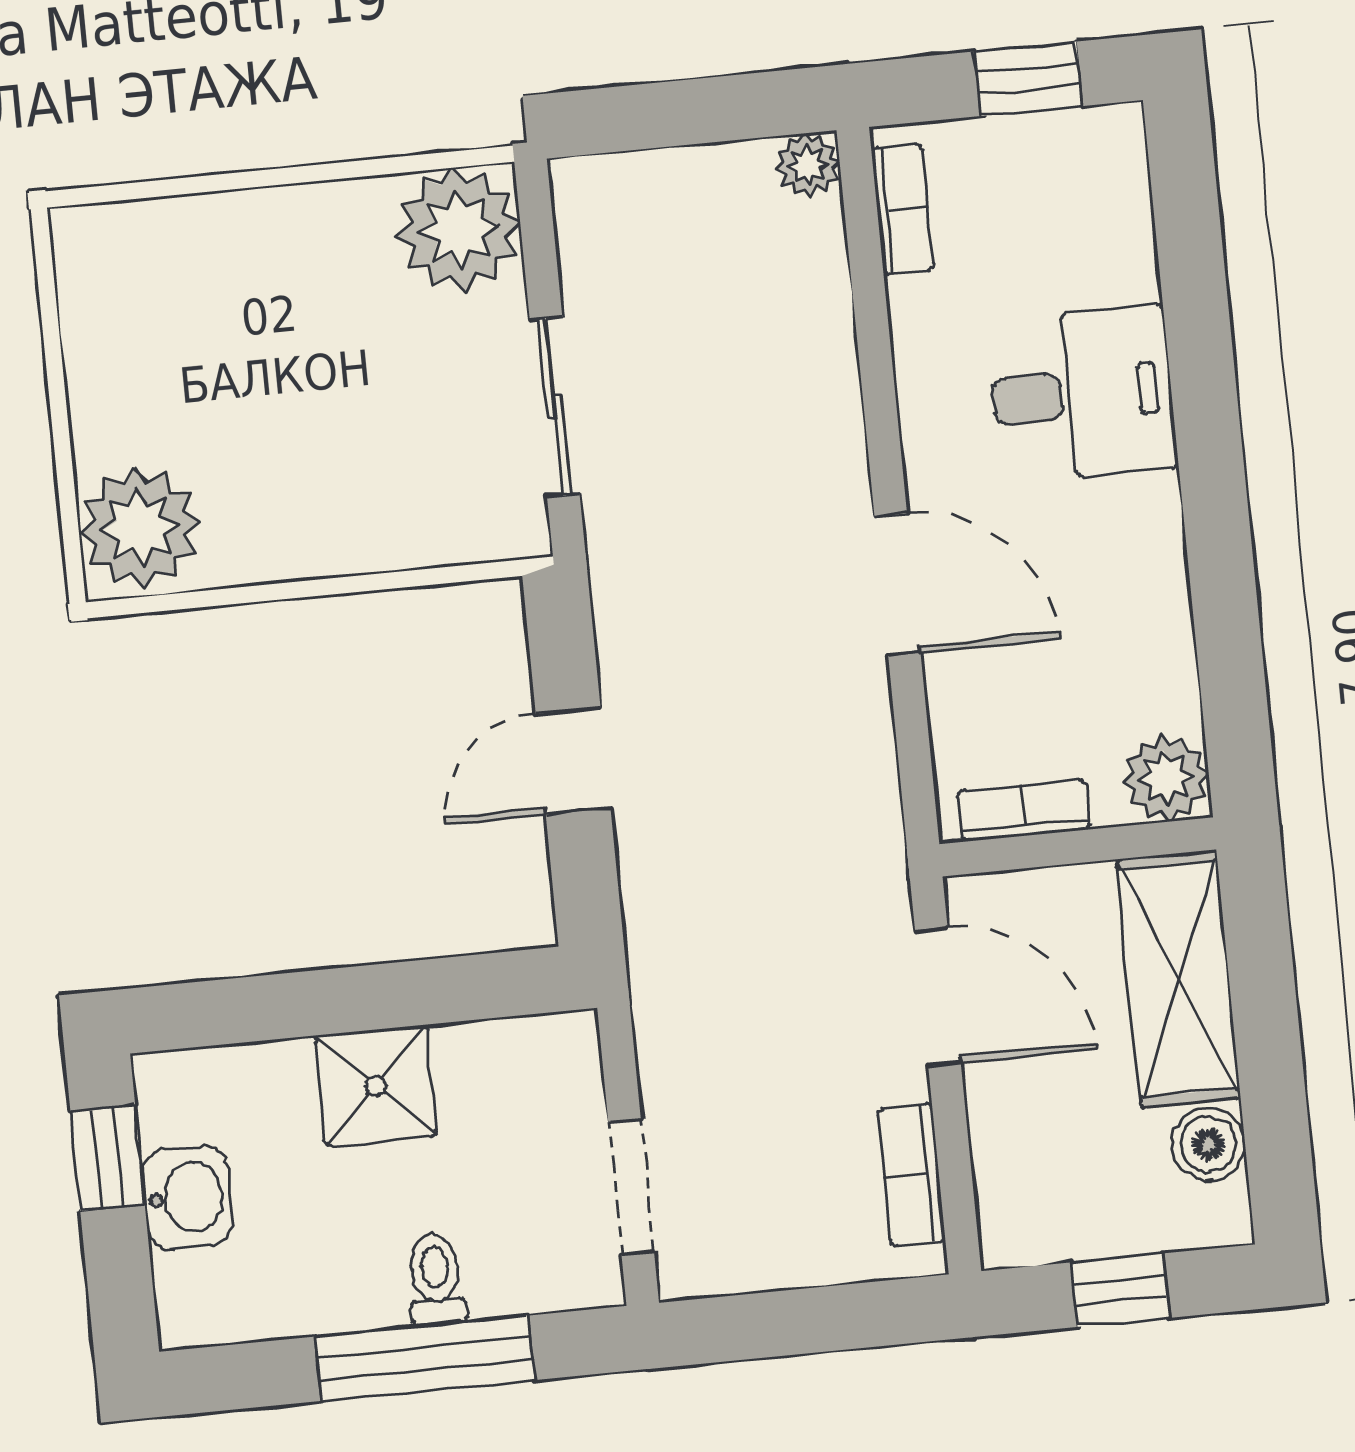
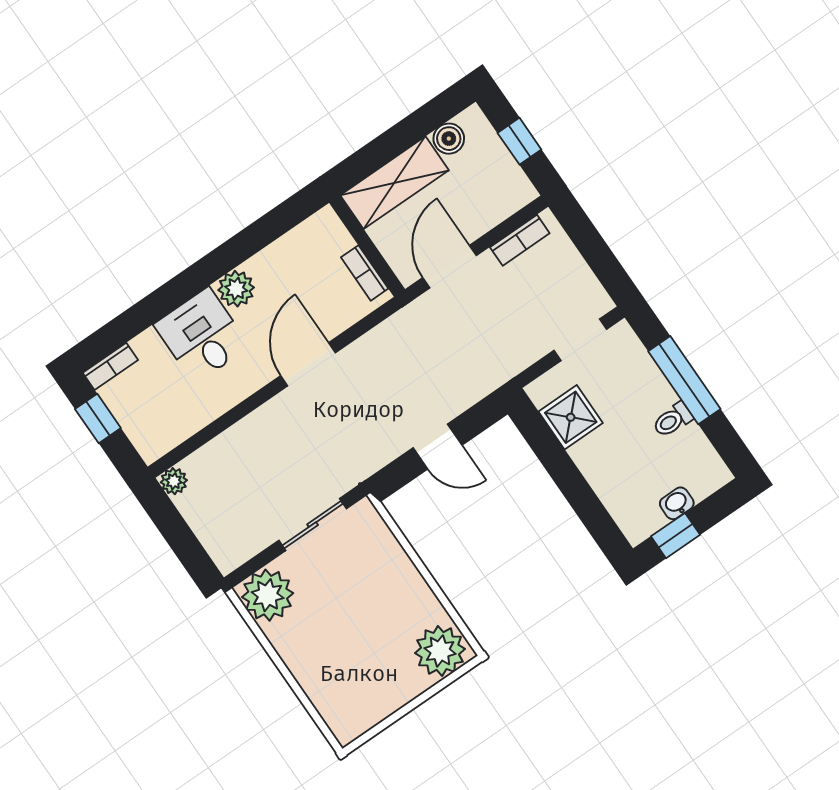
bookcase: (903, 209) -> (110, 366), moved, turned 180
plant: (1166, 778) -> (236, 289), moved
shower: (376, 1086) -> (571, 417), moved
washbasin: (187, 1197) -> (677, 503), width x0.72, depth x0.69
toilet: (436, 1279) -> (673, 420), moved

